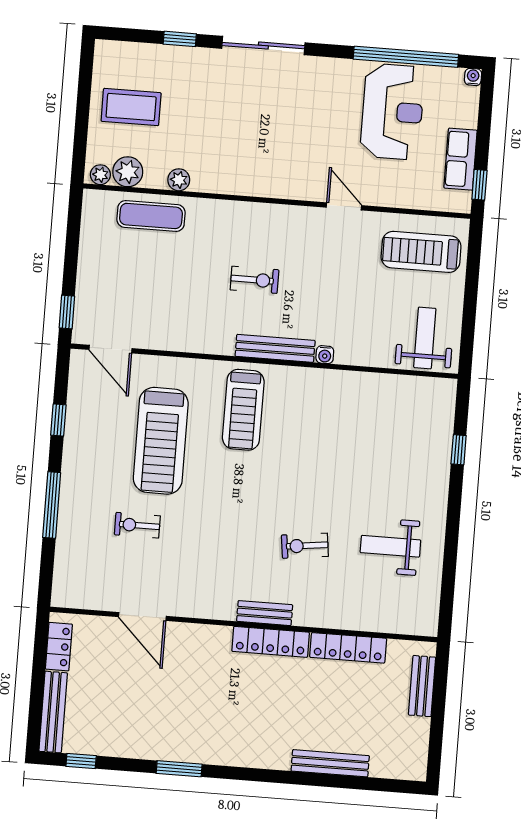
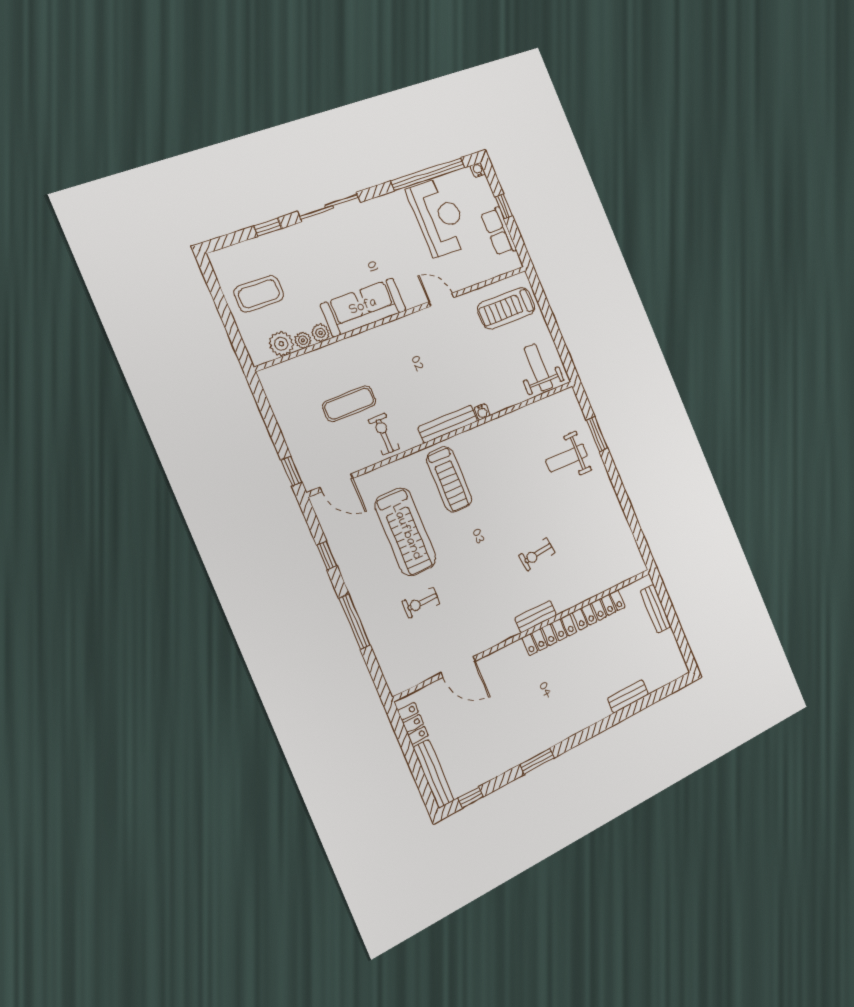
sofa: (244, 174) -> (363, 307), added
plant: (100, 175) -> (303, 340), moved
window: (479, 185) -> (504, 206), moved
exercise mat: (151, 216) -> (349, 404), moved
exercise bike: (255, 280) -> (384, 434), moved, turned -90
window: (459, 450) -> (597, 434), width x1.50
weight bench: (390, 546) -> (567, 458), moved
bench: (330, 763) -> (628, 696), width x0.73

